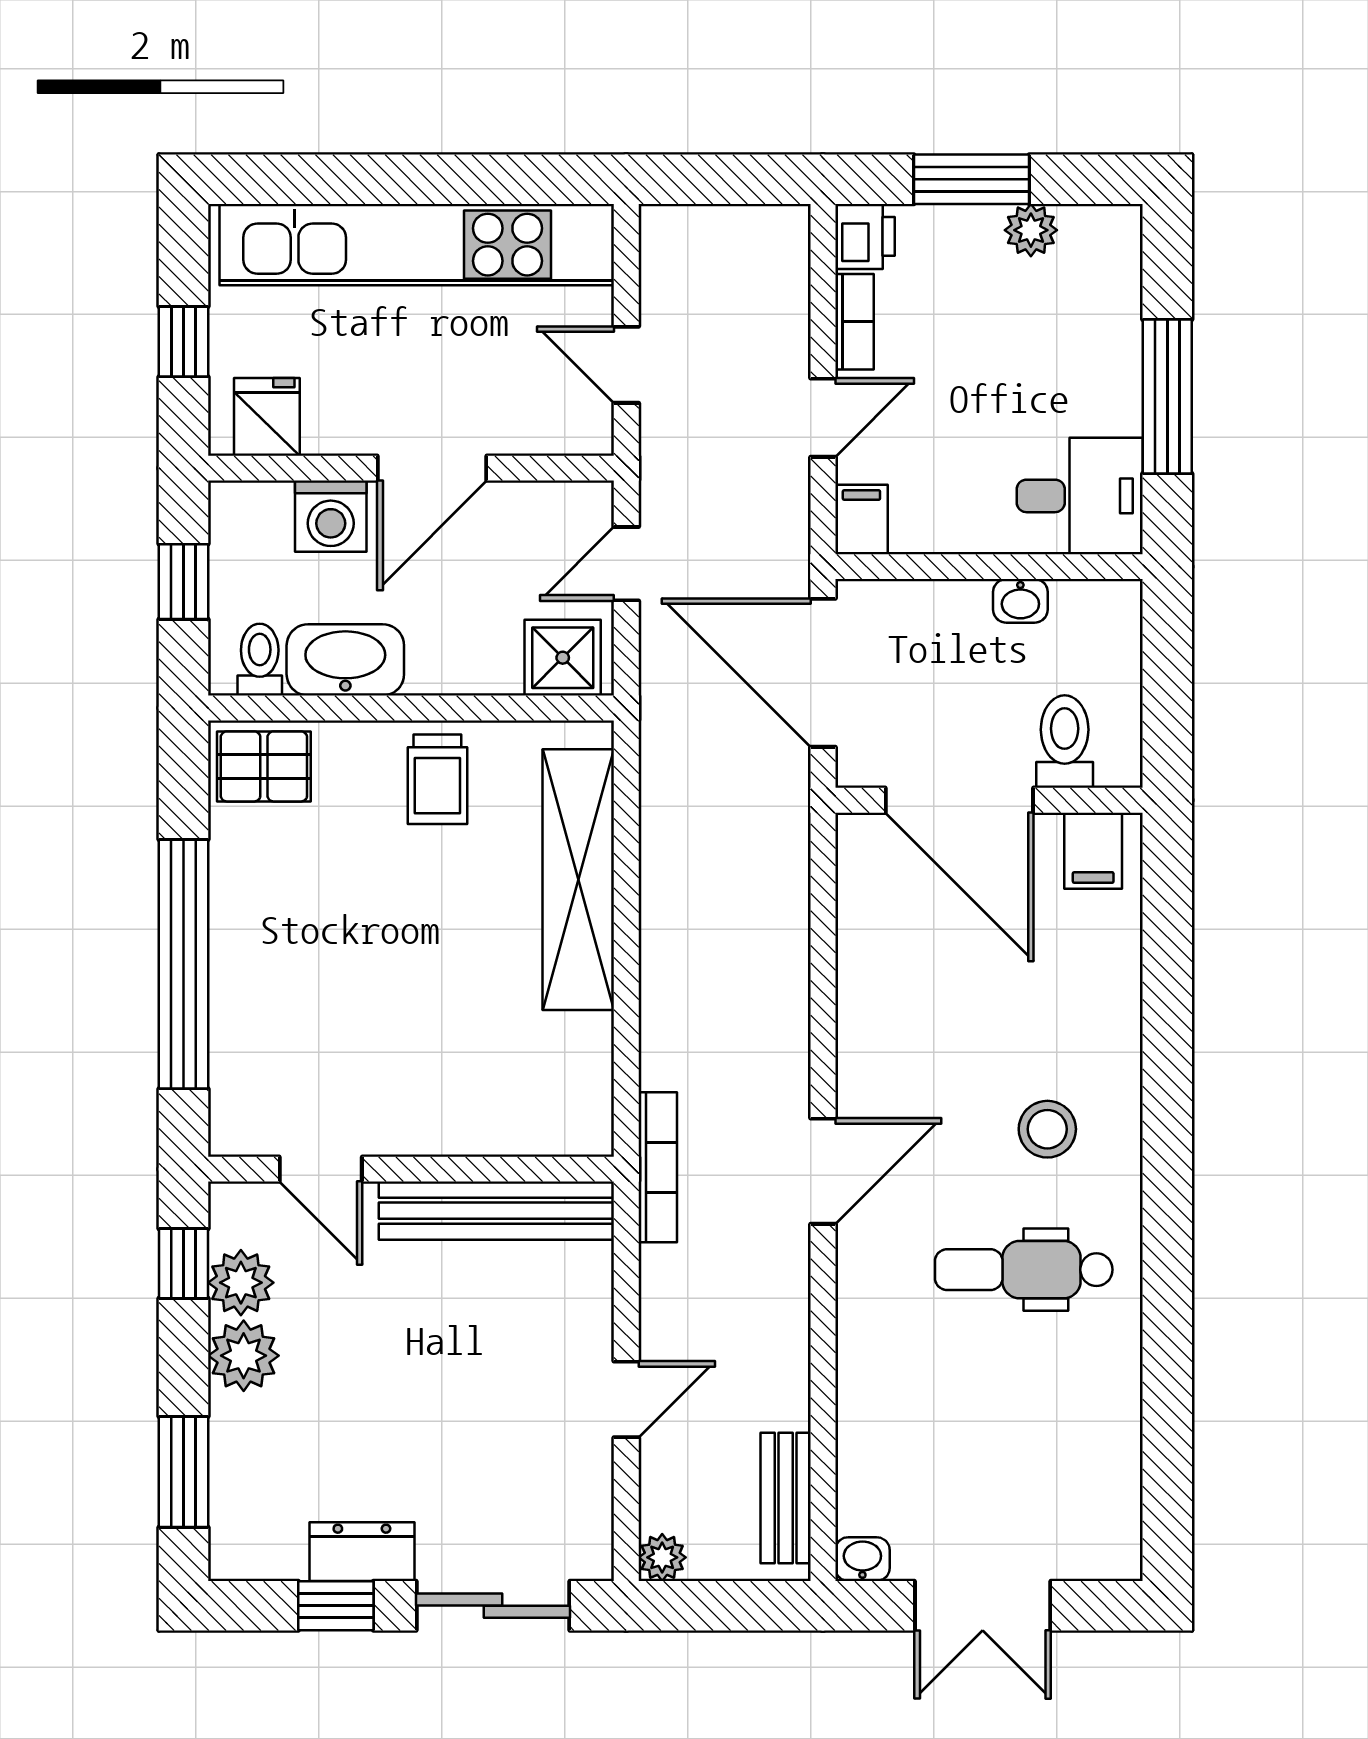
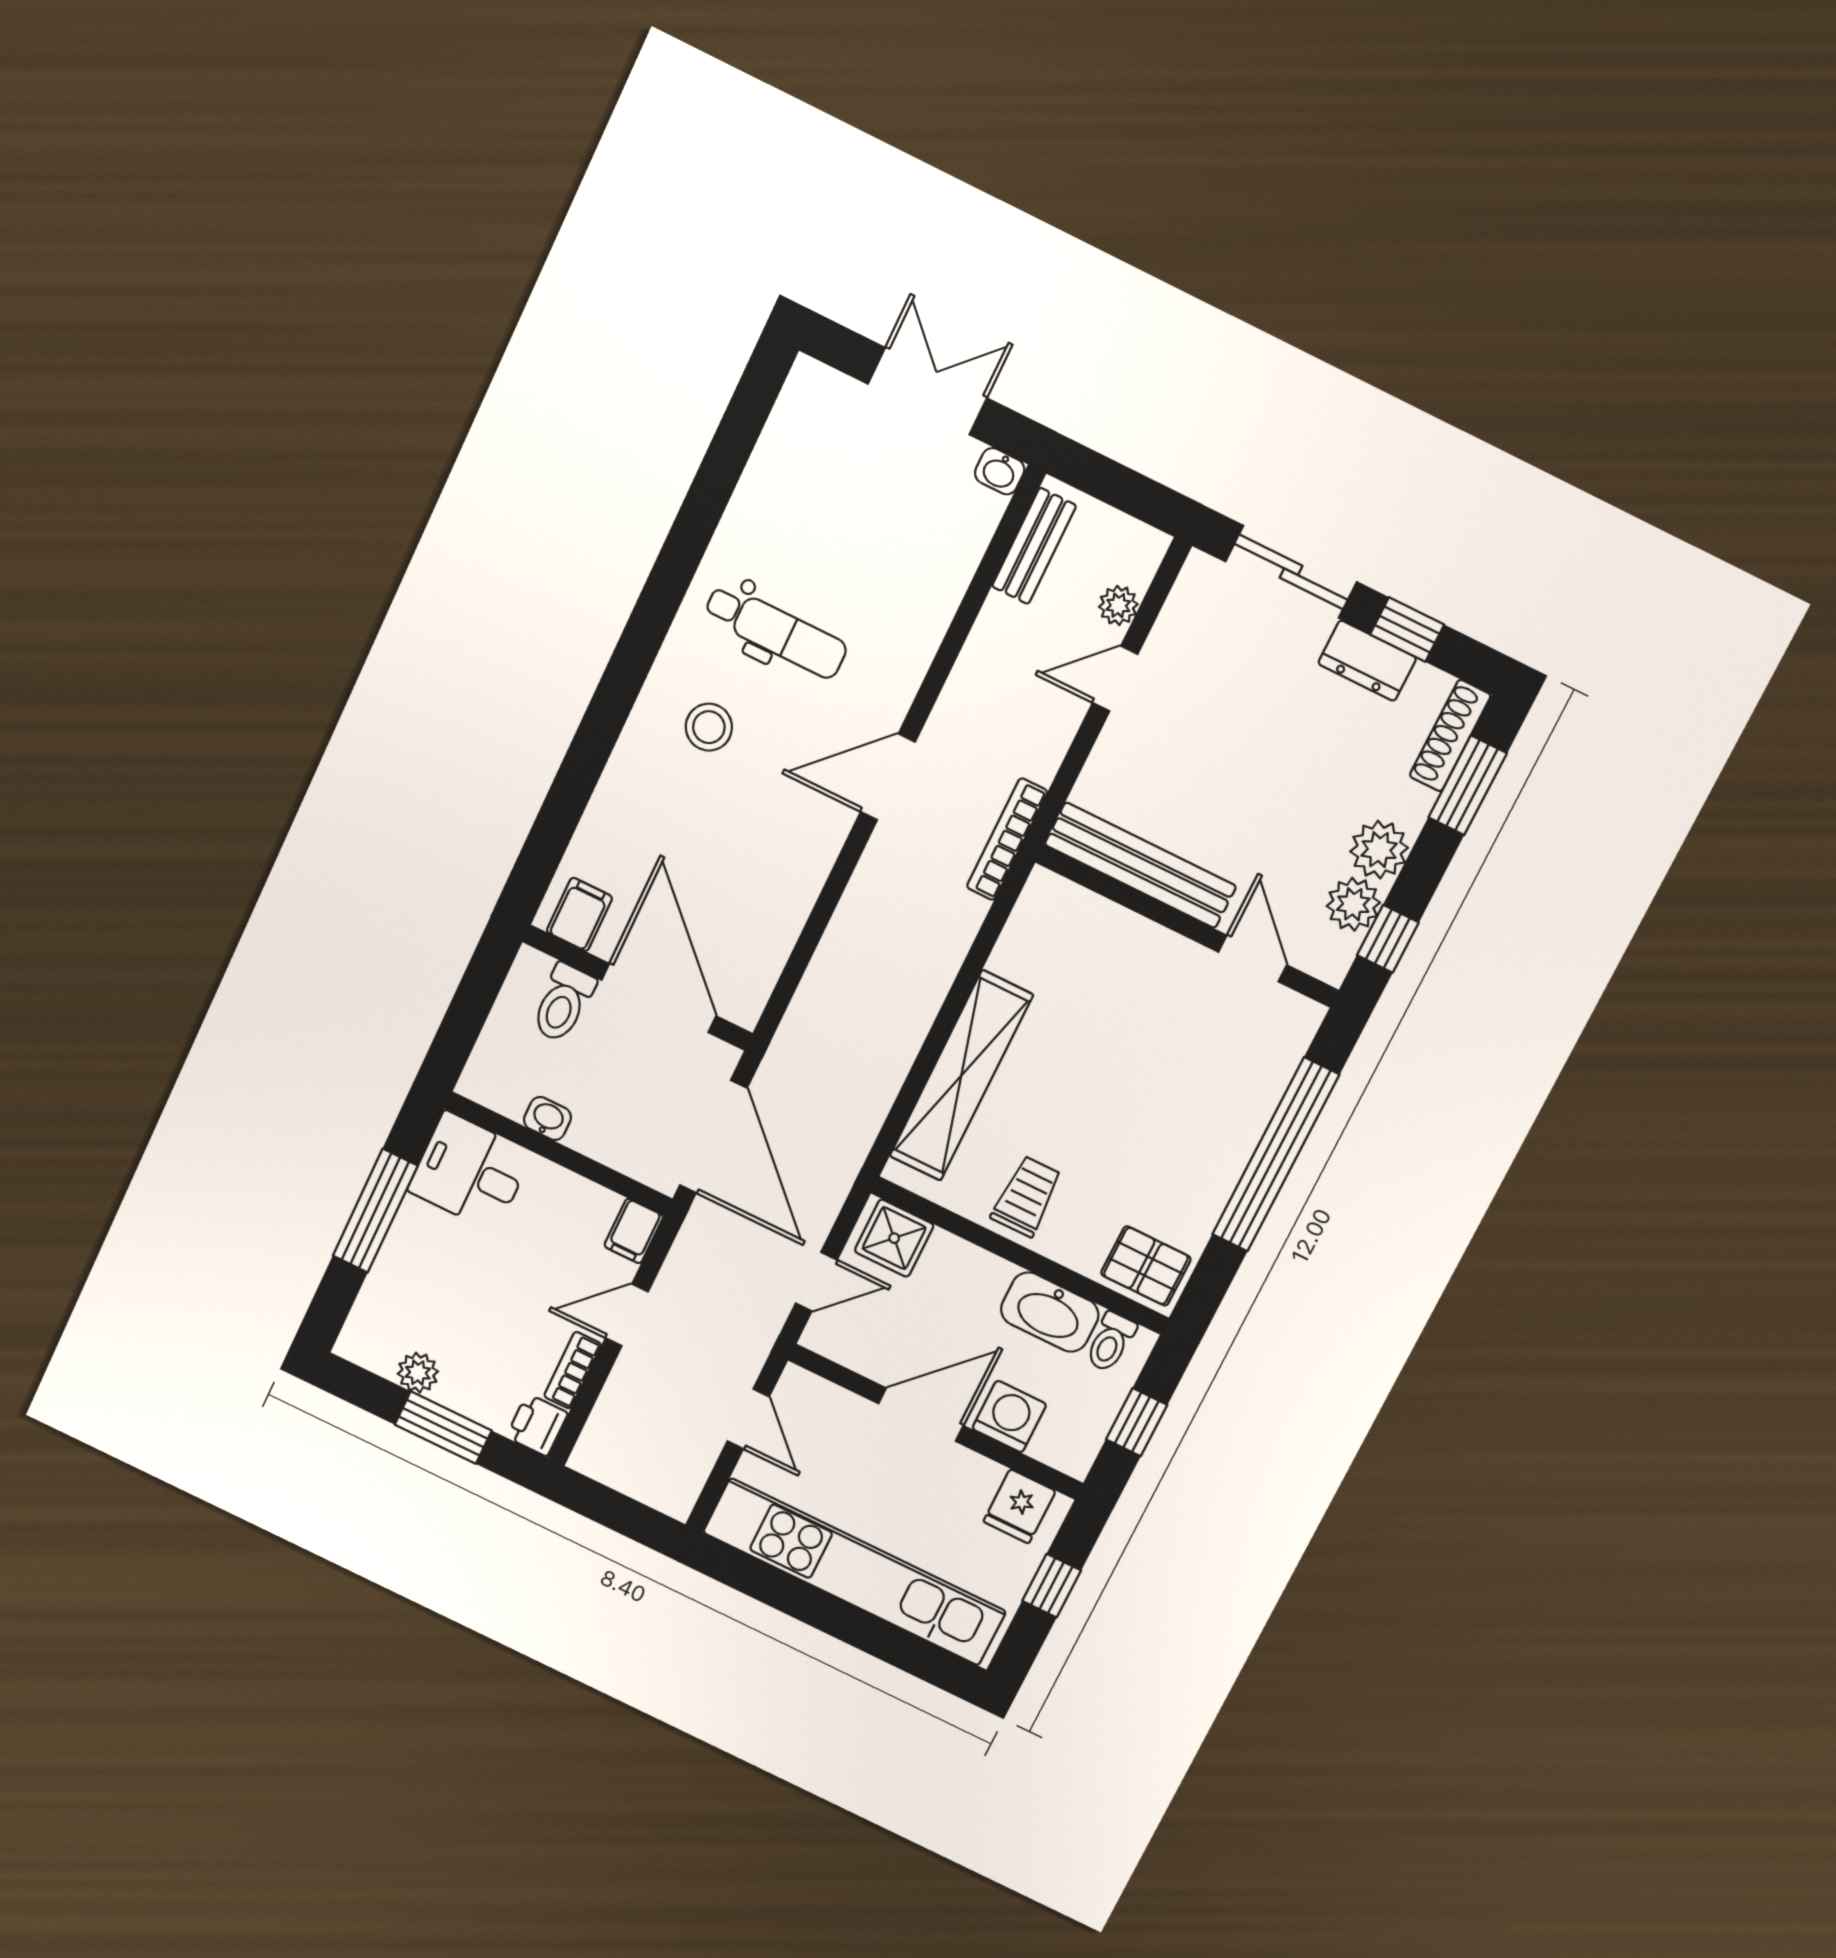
shoe rack: (230, 1516) -> (1450, 736), added
plant: (662, 1557) -> (1118, 605), moved

